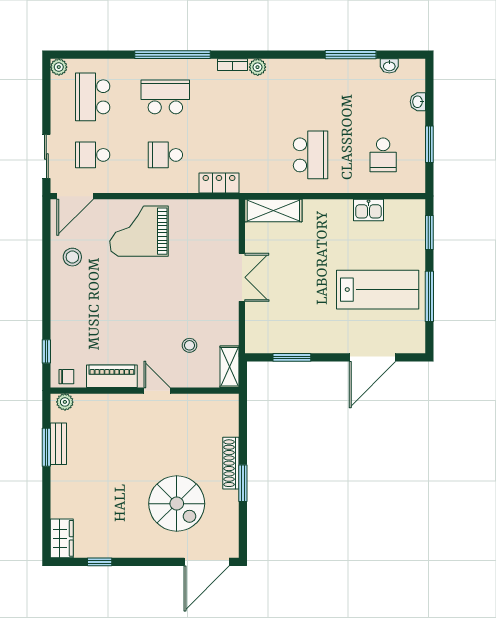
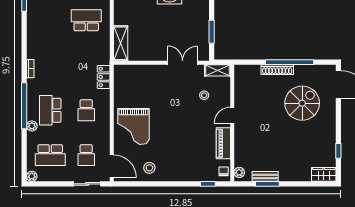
plant: (258, 67) -> (32, 126), moved
double door: (242, 277) -> (183, 63), moved
window: (243, 483) -> (290, 62), width x2.11

